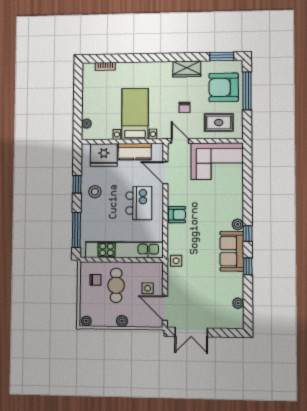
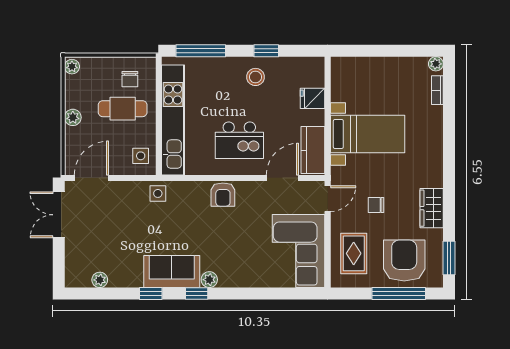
plant: (87, 124) -> (436, 64), moved
kitchen counter: (135, 152) -> (313, 150), moved
fridge: (104, 155) -> (312, 98), width x0.53, depth x0.75
side table: (148, 288) -> (141, 156), moved

